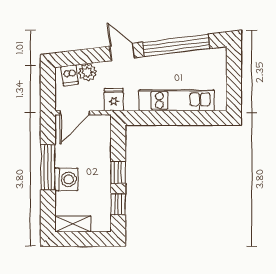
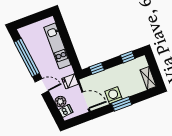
door: (122, 52) -> (42, 86), swing flipped
window: (48, 167) -> (122, 104), width x0.69
window: (118, 172) -> (97, 69), moved
washing machine: (66, 179) -> (114, 95), moved

